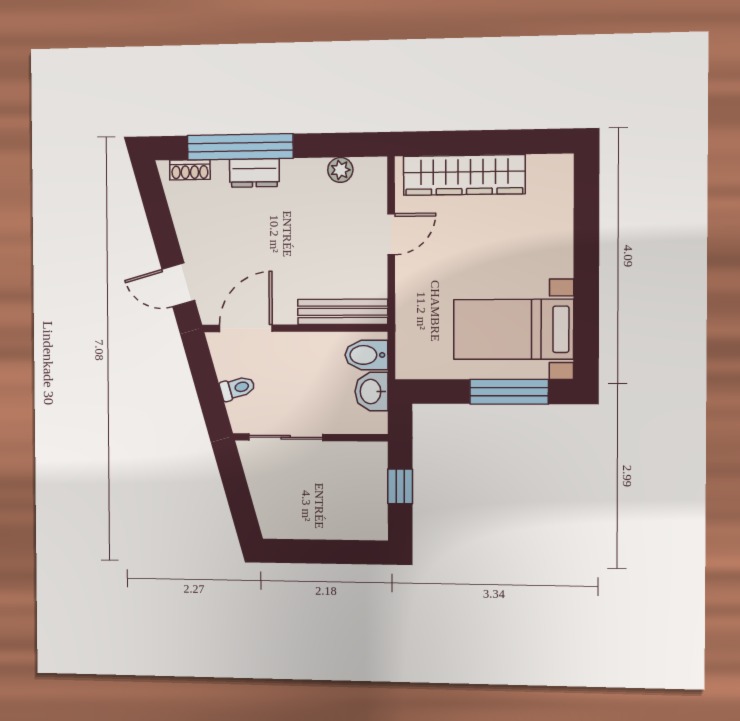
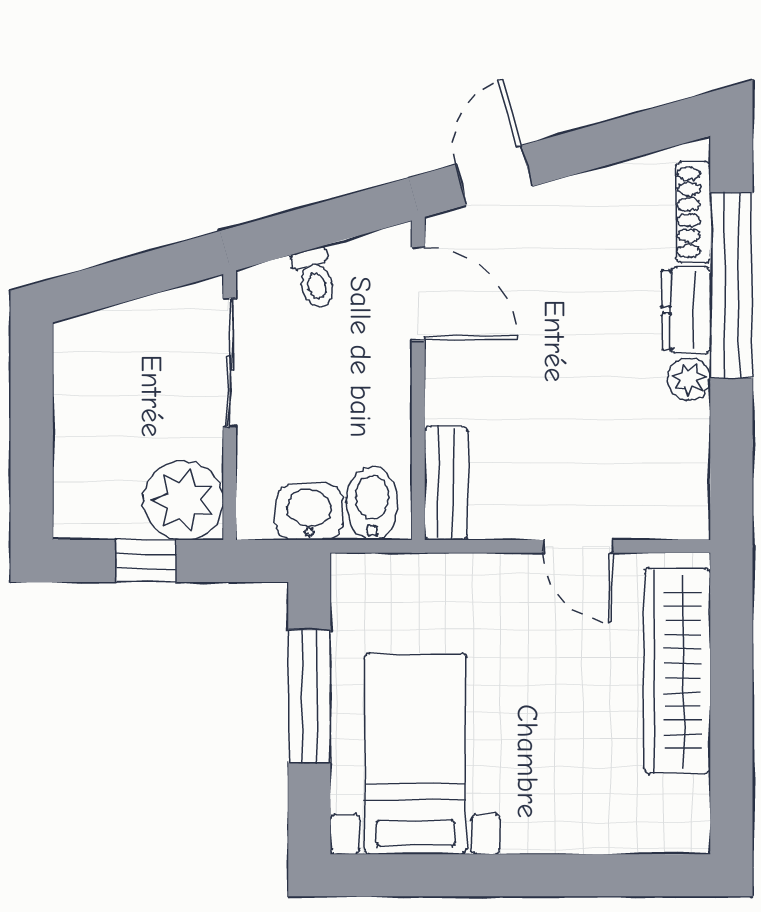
shoe rack: (190, 170) -> (693, 212), width x1.43
plant: (340, 170) -> (689, 379), moved
bench: (343, 312) -> (446, 483), width x0.73
window: (509, 392) -> (309, 697), moved
plant: (365, 465) -> (183, 500), added

